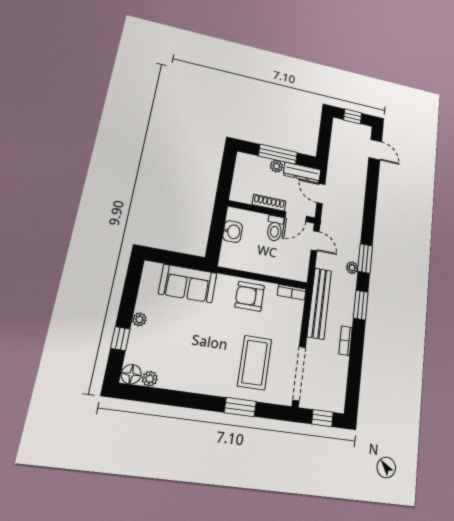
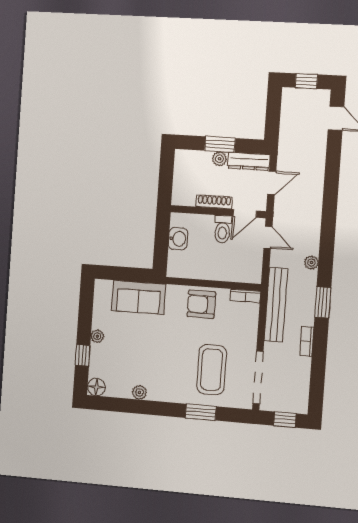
window: (278, 154) -> (220, 144), width x0.69
door: (321, 194) -> (272, 183), swing flipped
window: (365, 258) -> (327, 250), removed
plant: (150, 379) -> (139, 392), moved

